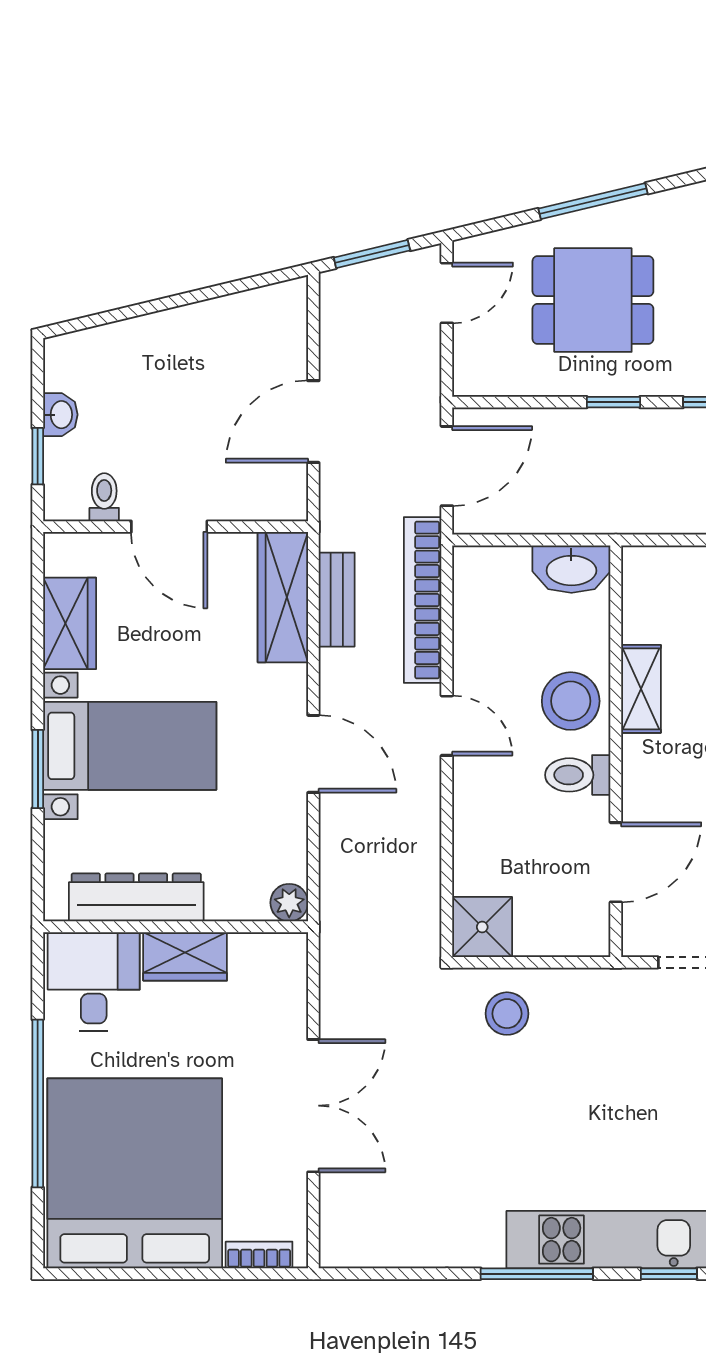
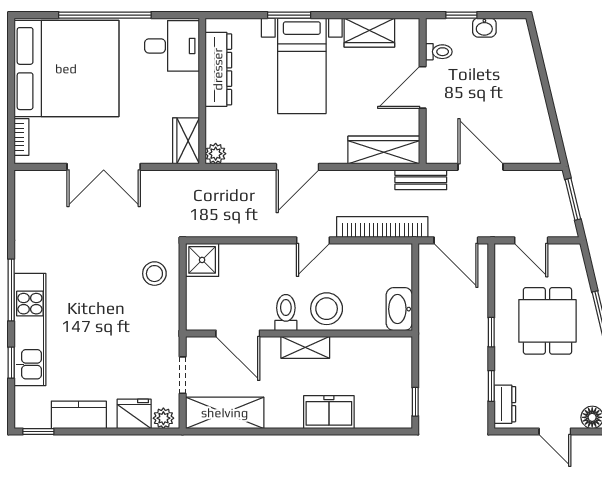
door: (447, 293) -> (531, 240), moved
bench: (337, 600) -> (421, 180), moved
shelving: (641, 689) -> (305, 347), moved
wardrobe: (185, 956) -> (186, 141), moved

